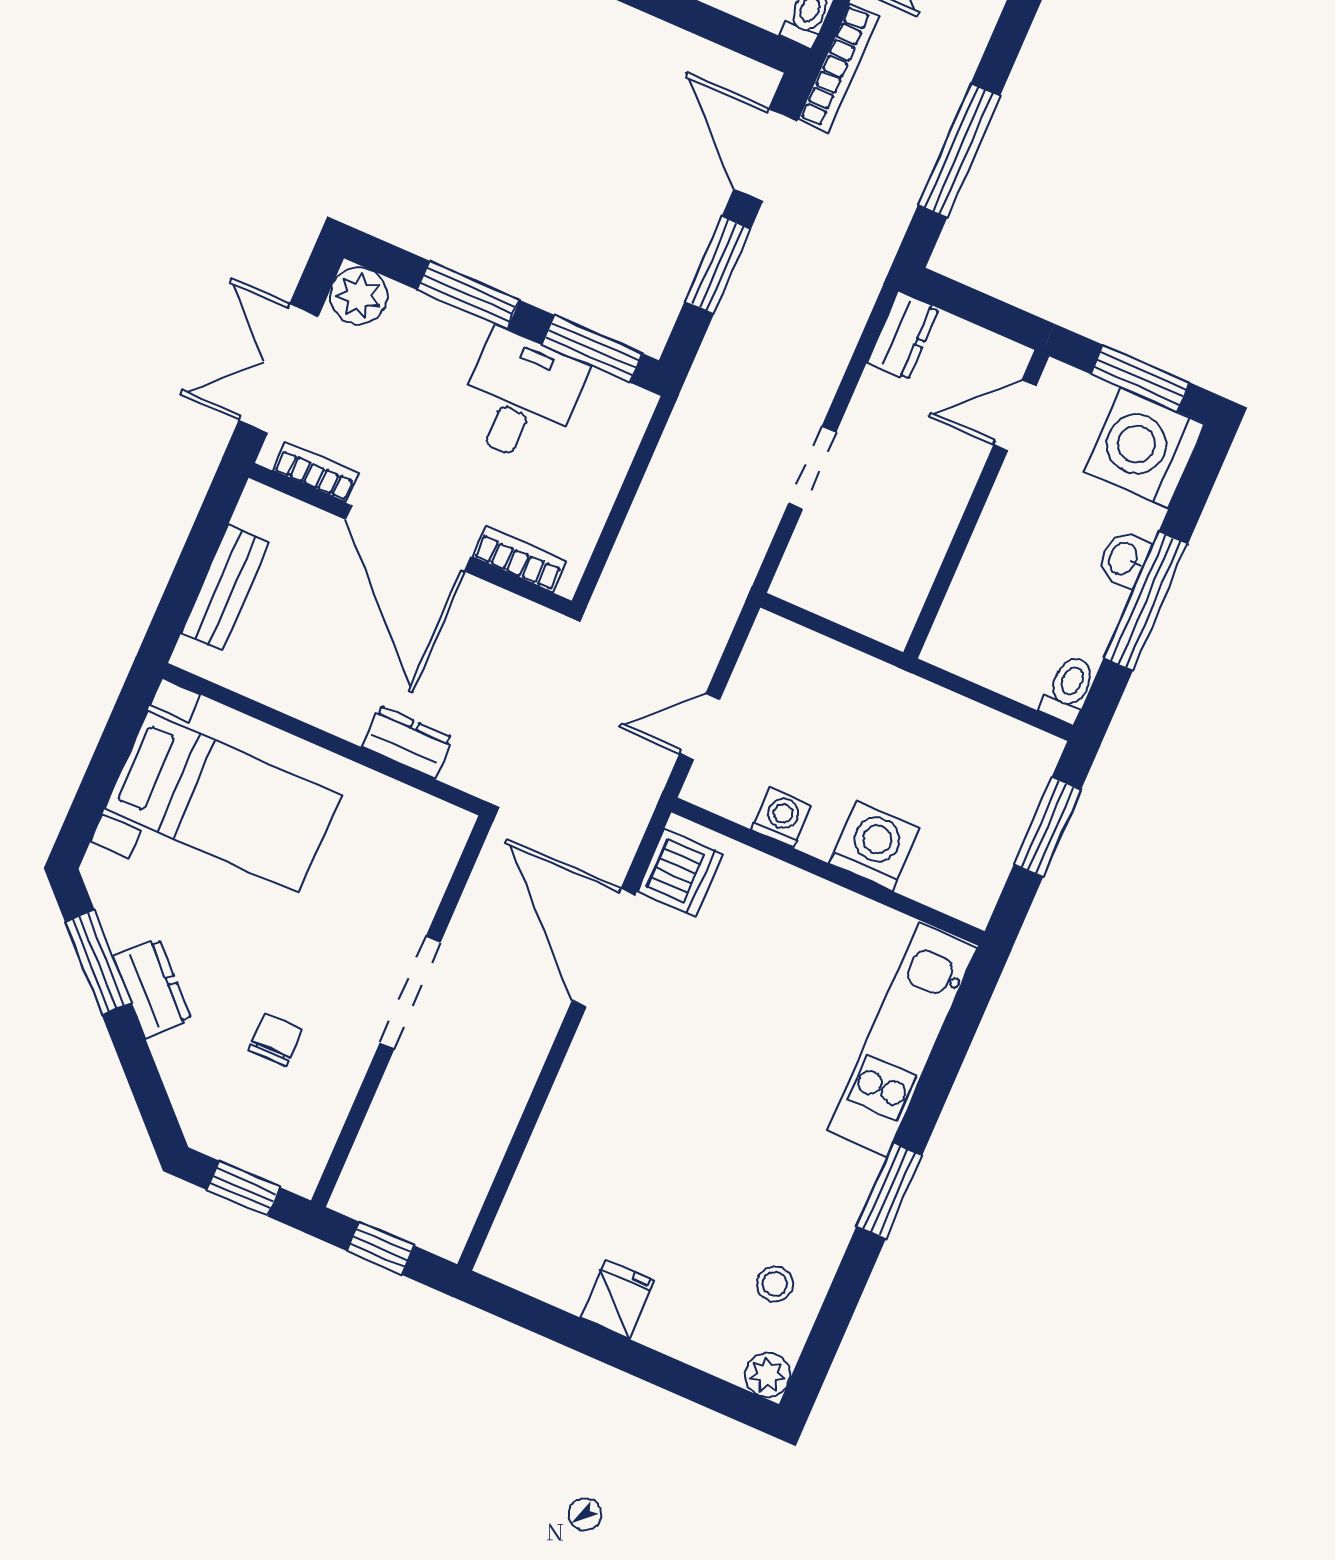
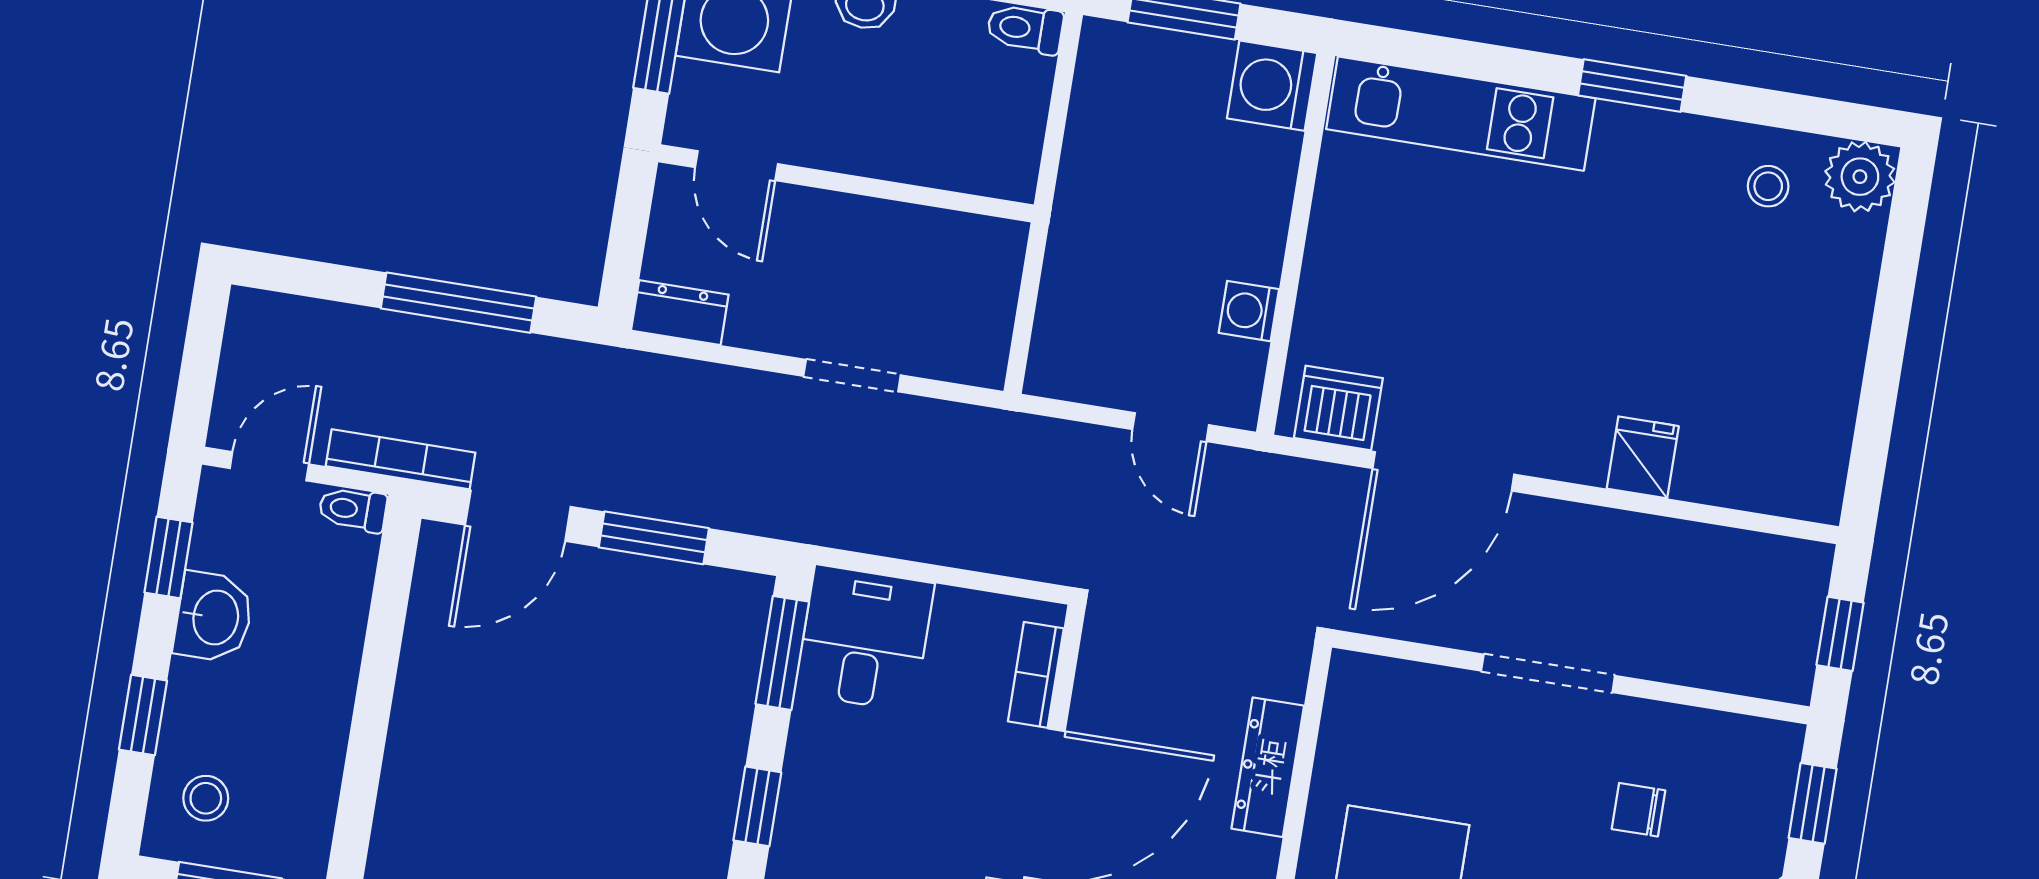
window: (468, 295) -> (757, 806), width x0.67
desk: (520, 397) -> (865, 638), moved, turned 90
dresser: (407, 742) -> (1268, 767), width x1.44
washing machine: (874, 846) -> (1272, 86), moved
fridge: (617, 1299) -> (1643, 457), moved, turned 90
plant: (768, 1375) -> (1860, 177), width x1.38, depth x1.38

